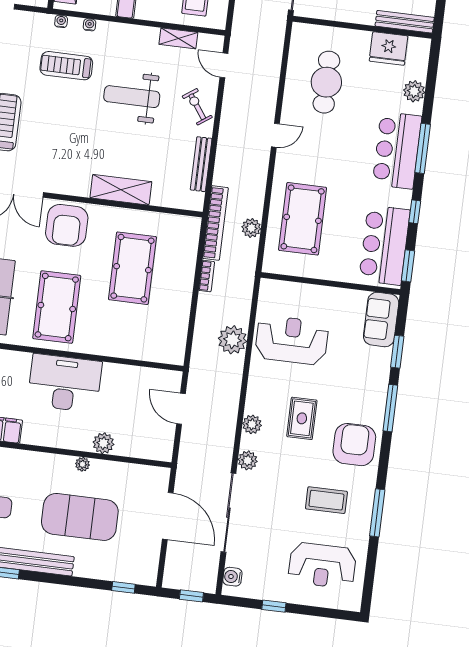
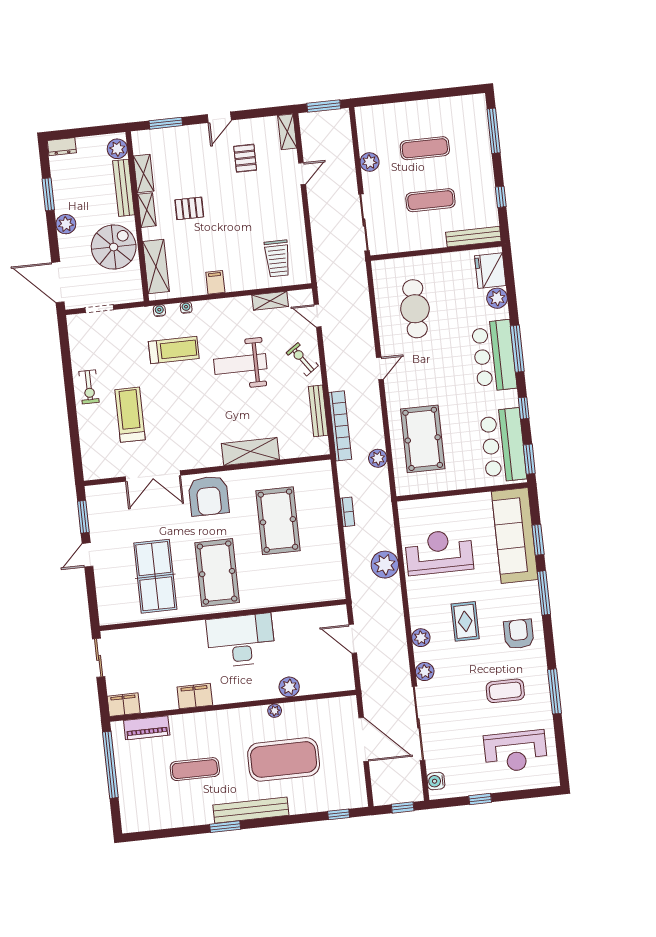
fridge: (389, 49) -> (490, 271), moved, turned 90
treadmill: (66, 66) -> (174, 350), turned 180
bookcase: (215, 223) -> (340, 426), moved
sofa: (381, 319) -> (515, 536), width x1.85, depth x1.27
armchair: (354, 445) -> (519, 634), width x0.73, depth x0.73

